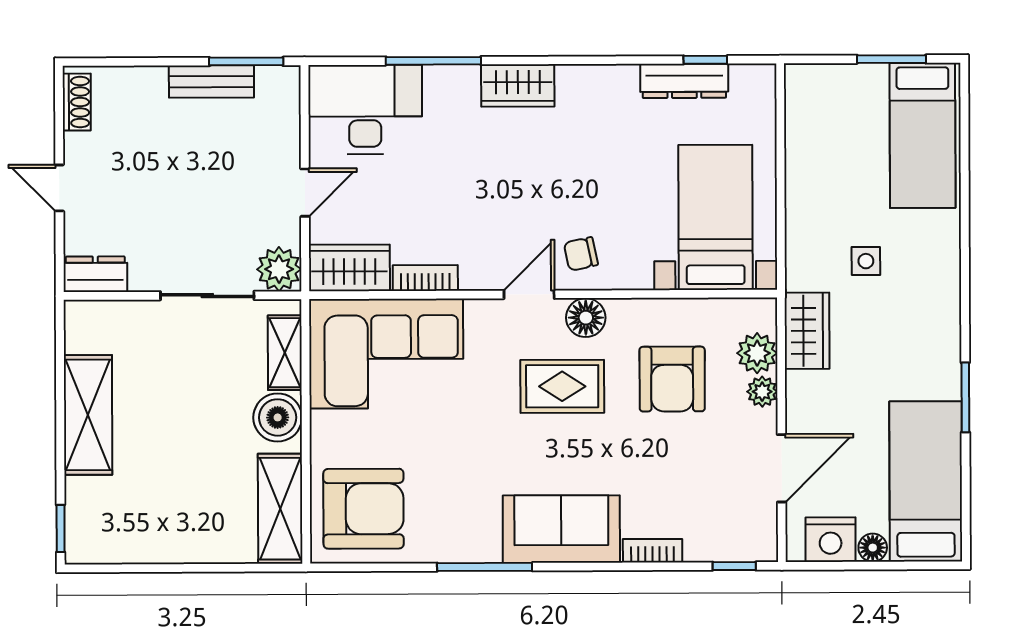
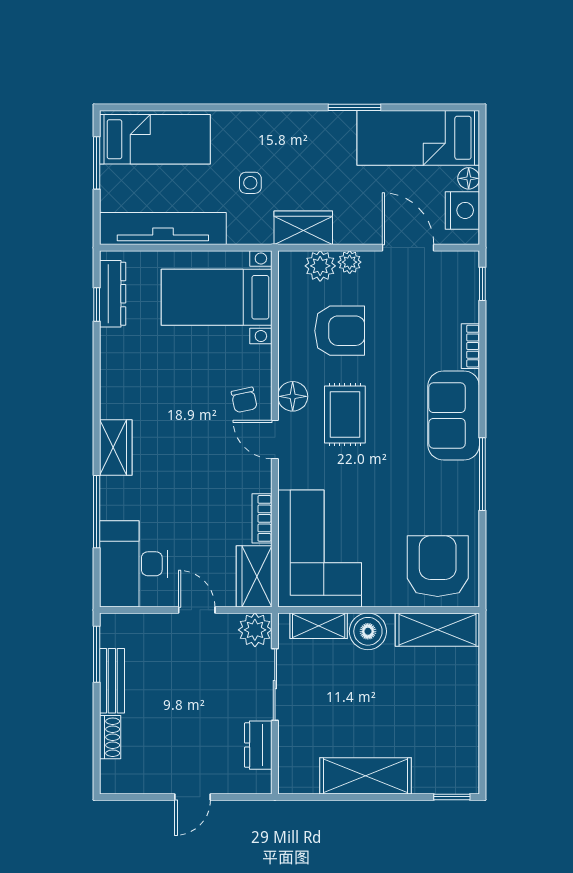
dresser: (684, 81) -> (113, 294), moved
shoe rack: (77, 102) -> (110, 737), moved, turned 90
tv unit: (806, 146) -> (163, 228), added
dresser: (95, 274) -> (258, 745), moved

